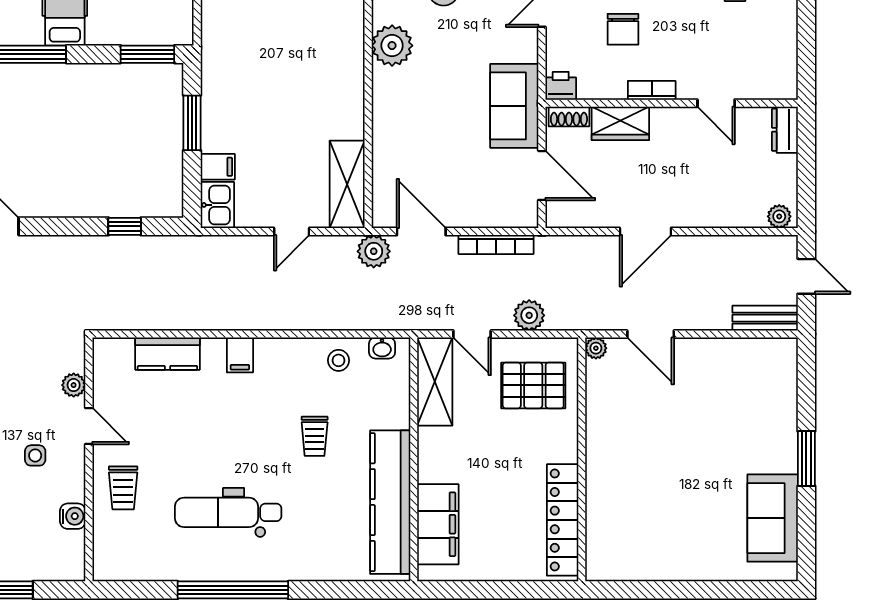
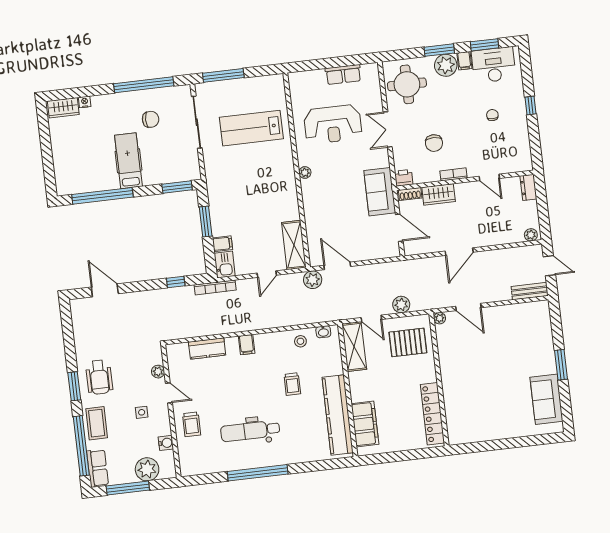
plant: (392, 46) -> (305, 172), width x0.53, depth x0.53
bookcase: (496, 245) -> (215, 287), moved
plant: (33, 560) -> (147, 469), added

